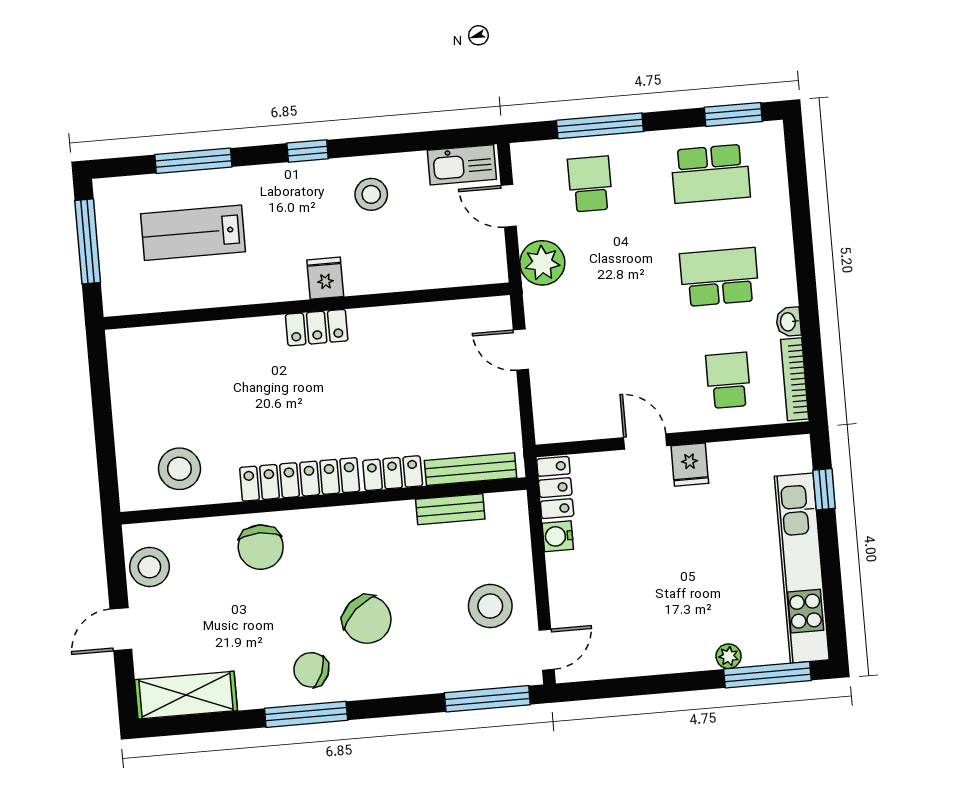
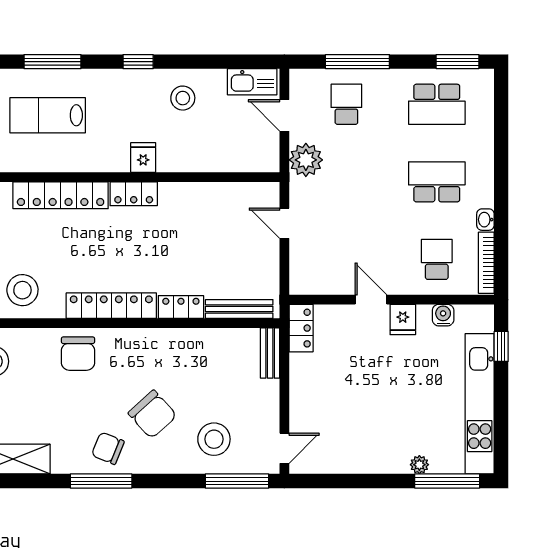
locker: (219, 338) -> (61, 195), added
bench: (450, 509) -> (270, 353), moved, turned 90
water cooler: (558, 536) -> (443, 315), moved, turned 90
stool: (490, 606) -> (214, 439), moved

